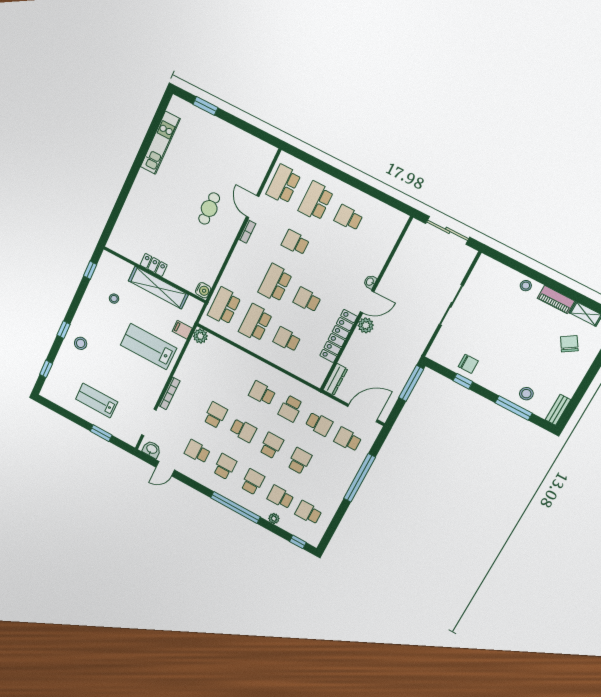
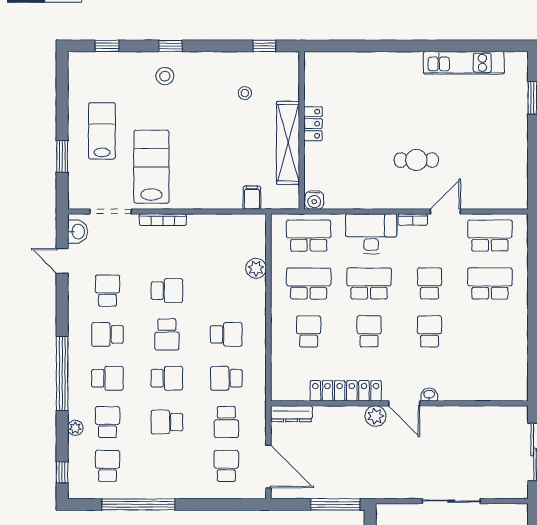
school desk: (348, 218) -> (429, 331), moved
desk: (243, 264) -> (371, 234), added
plant: (200, 336) -> (256, 268), moved
lab bench: (148, 347) -> (151, 167), moved
school desk: (262, 393) -> (226, 334), turned 90
school desk: (299, 461) -> (167, 422), turned 180
school desk: (225, 467) -> (108, 334), turned 180
window: (359, 478) -> (138, 504), moved

